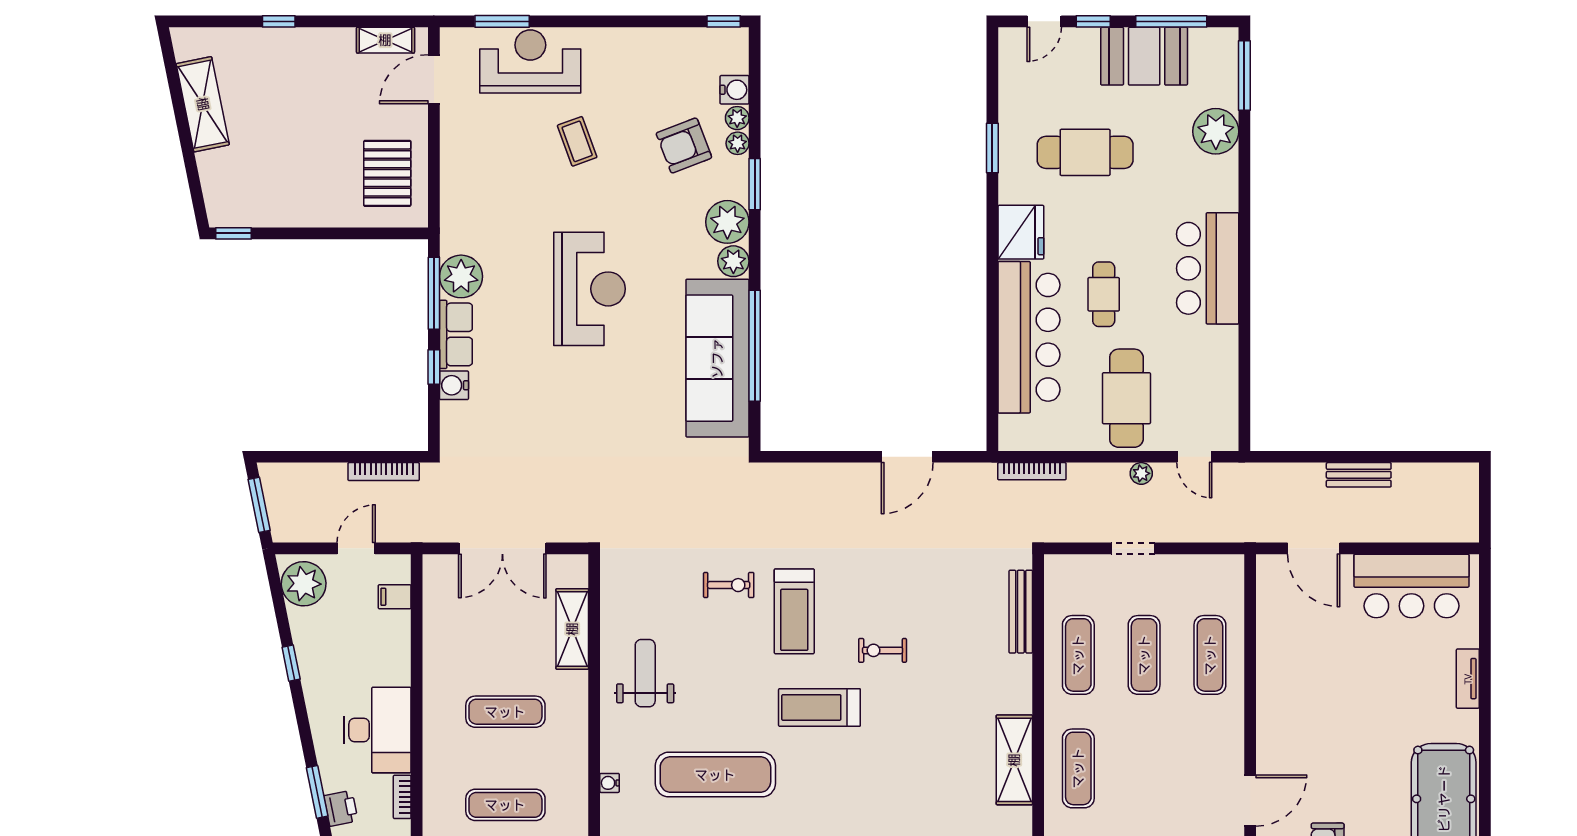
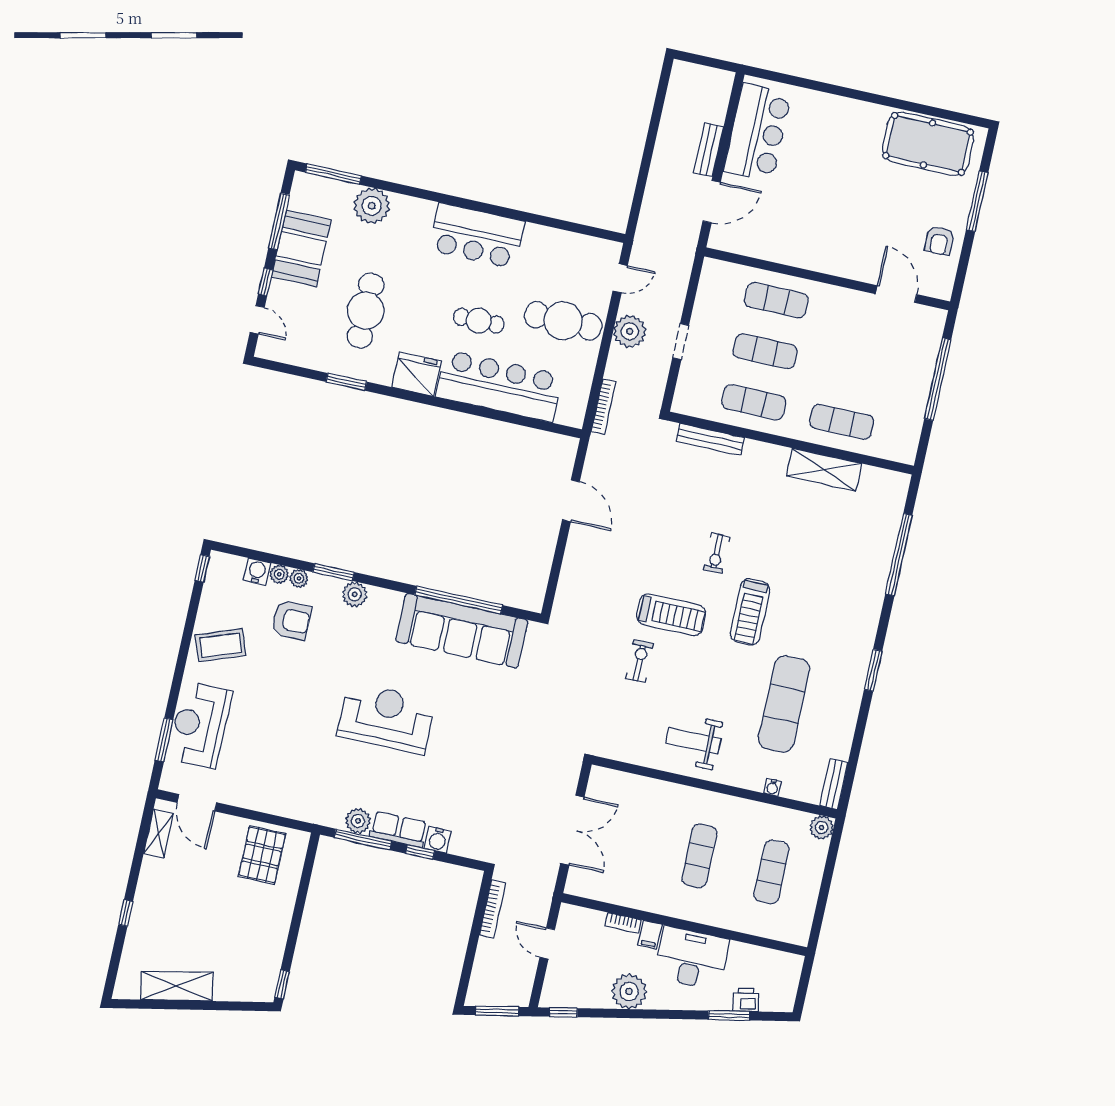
coffee table: (577, 141) -> (221, 645), moved, width x1.36, depth x1.30
armchair: (684, 145) -> (291, 620), turned -69
pallet: (387, 173) -> (262, 855), turned 90
plant: (727, 222) -> (355, 594), width x0.73, depth x0.73
plant: (733, 261) -> (390, 602), removed
plant: (461, 276) -> (358, 821), width x0.73, depth x0.73
plant: (1141, 473) -> (630, 331), width x1.88, depth x1.88
bench: (1359, 475) -> (709, 150), moved
plant: (304, 584) -> (629, 991), moved
filing cabinet: (395, 597) -> (650, 935), moved
shelving: (572, 629) -> (647, 790), removed
window: (291, 663) -> (563, 1012), moved
tv unit: (1468, 679) -> (839, 105), removed
bookcase: (402, 797) -> (623, 923), moved

